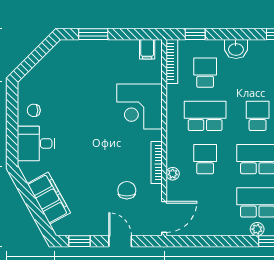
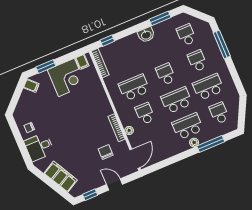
washbasin: (236, 49) -> (146, 35), moved
filing cabinet: (61, 53) -> (31, 86), added
school desk: (205, 73) -> (123, 61), removed
corner desk: (139, 107) -> (66, 77), moved, turned -90

